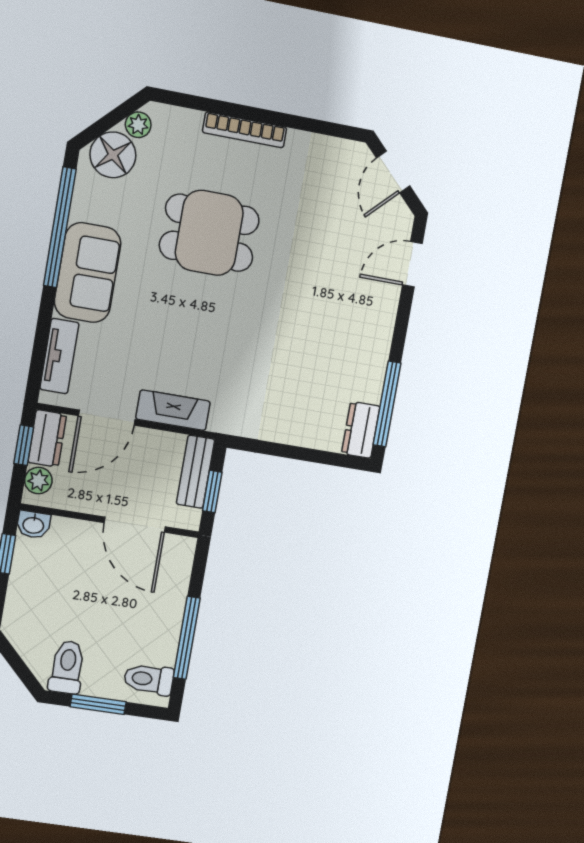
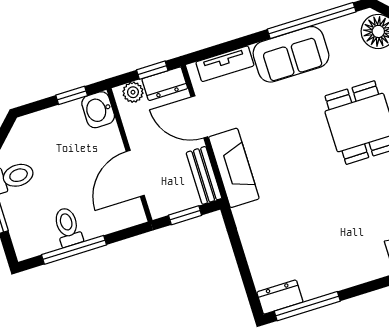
fireplace: (173, 410) -> (234, 168), width x1.37, depth x1.32
bench: (196, 472) -> (204, 175), moved, turned 90
washbasin: (33, 525) -> (98, 110), width x1.38, depth x1.45
toilet: (149, 679) -> (68, 227), moved

